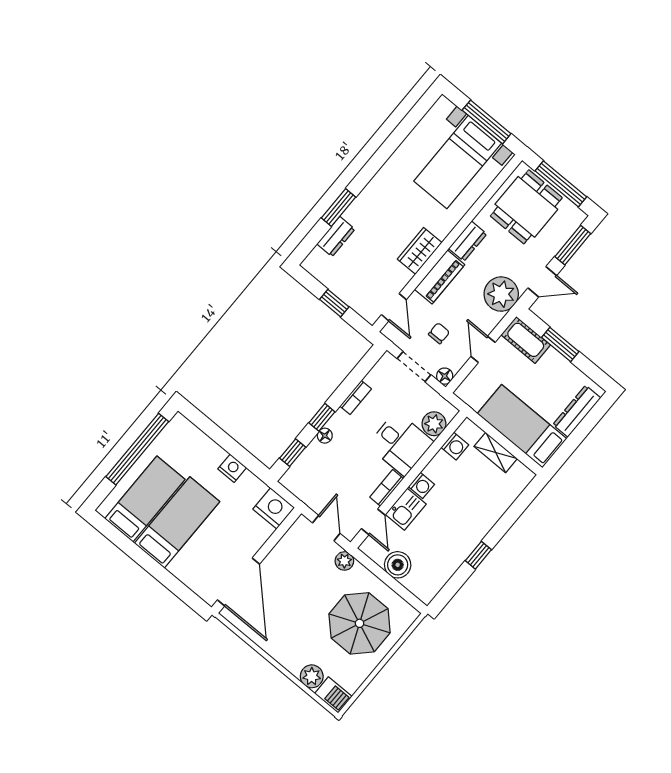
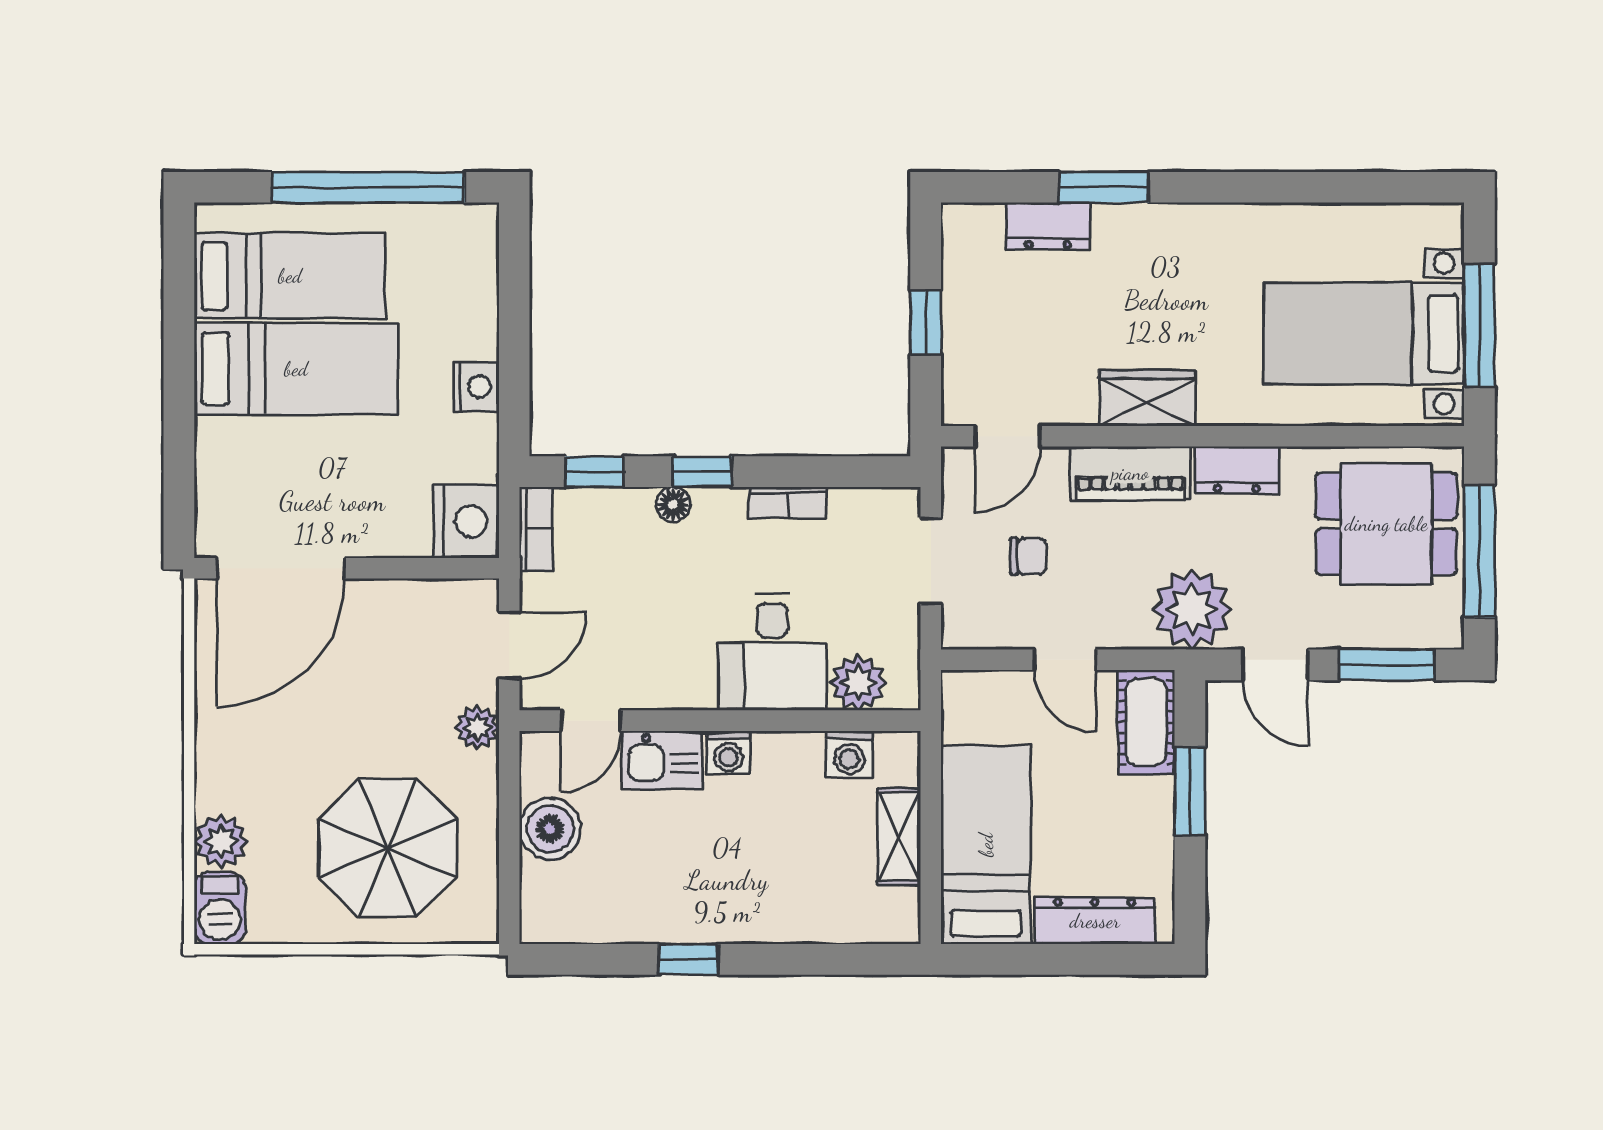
door: (483, 349) -> (1065, 660), swing flipped
floor lamp: (445, 376) -> (960, 631), removed
bookcase: (387, 488) -> (536, 529), moved, turned 90

